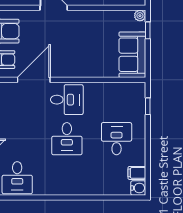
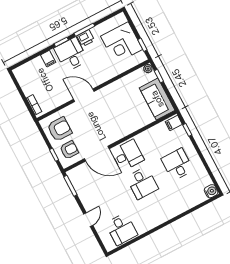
door: (34, 80) -> (97, 154), swing flipped
filing cabinet: (137, 173) -> (174, 123), moved

